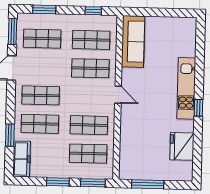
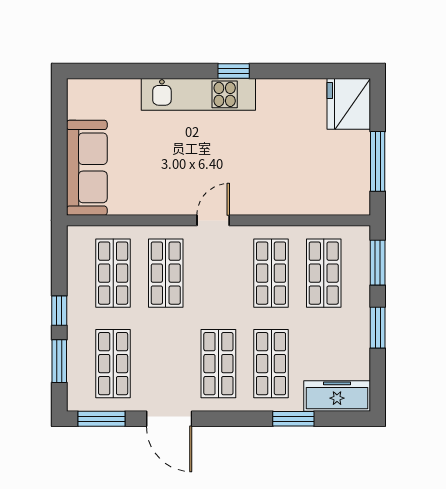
window: (93, 11) -> (59, 311), moved
sofa: (133, 41) -> (87, 168), moved, turned 90
fridge: (182, 146) -> (349, 104), moved, turned 90

